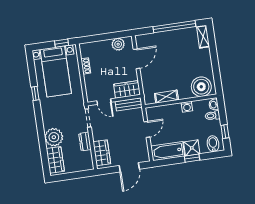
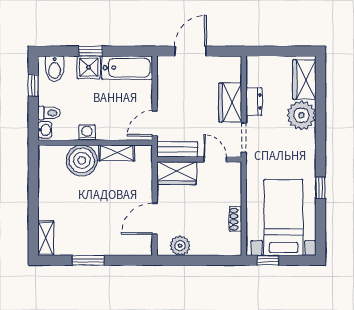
window: (174, 27) -> (88, 260), width x0.47
boiler: (201, 87) -> (82, 160), moved
door: (147, 129) -> (155, 123), moved
wardrobe: (102, 153) -> (230, 103), moved

